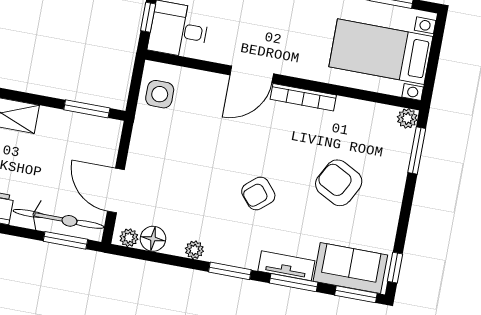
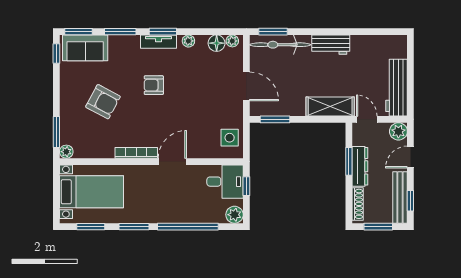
door: (116, 191) -> (246, 86), moved
armchair: (258, 193) -> (154, 85), turned -140
tv unit: (286, 266) -> (159, 42), moved

